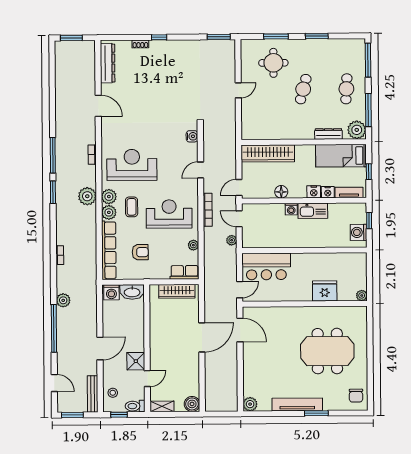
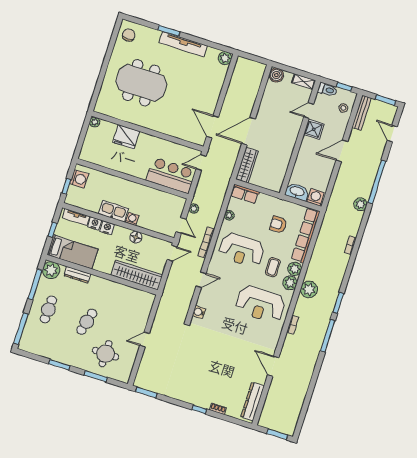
wardrobe: (177, 291) -> (247, 165), moved, turned 90

